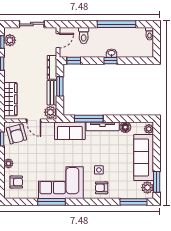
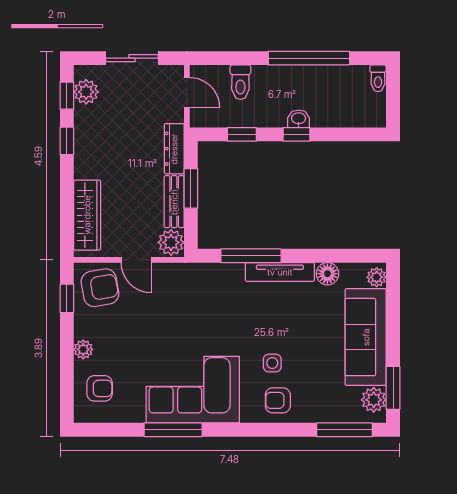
door: (58, 41) -> (187, 93), hinge flipped
window: (74, 61) -> (242, 134), moved
sofa: (70, 131) -> (212, 281), removed
armchair: (16, 134) -> (100, 288), turned -85

